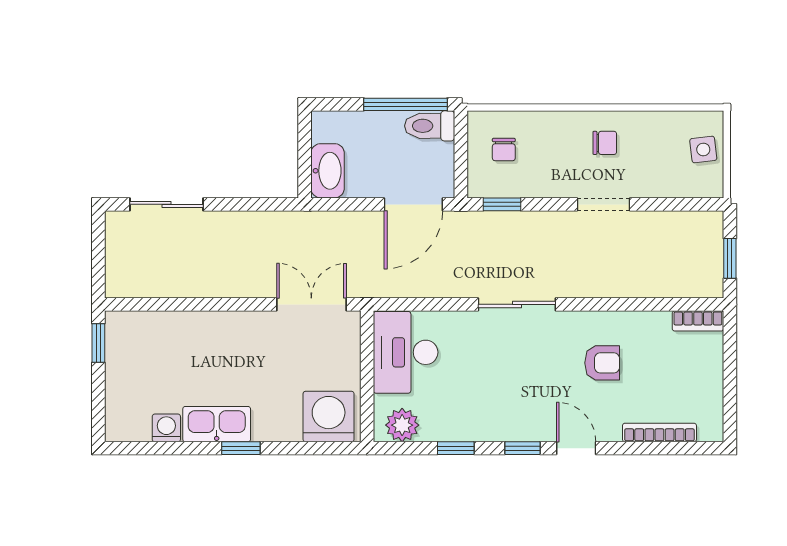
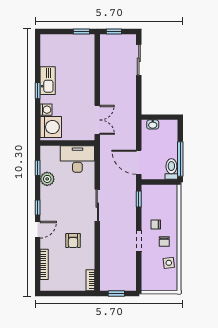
side table: (703, 149) -> (169, 263), moved
chair: (504, 150) -> (156, 224), moved
washbasin: (328, 171) -> (153, 124), width x0.52, depth x0.69
window: (98, 264) -> (114, 32), added
plant: (402, 425) -> (47, 179), moved
washing machine: (166, 428) -> (46, 110), moved
window: (456, 448) -> (38, 168), moved

